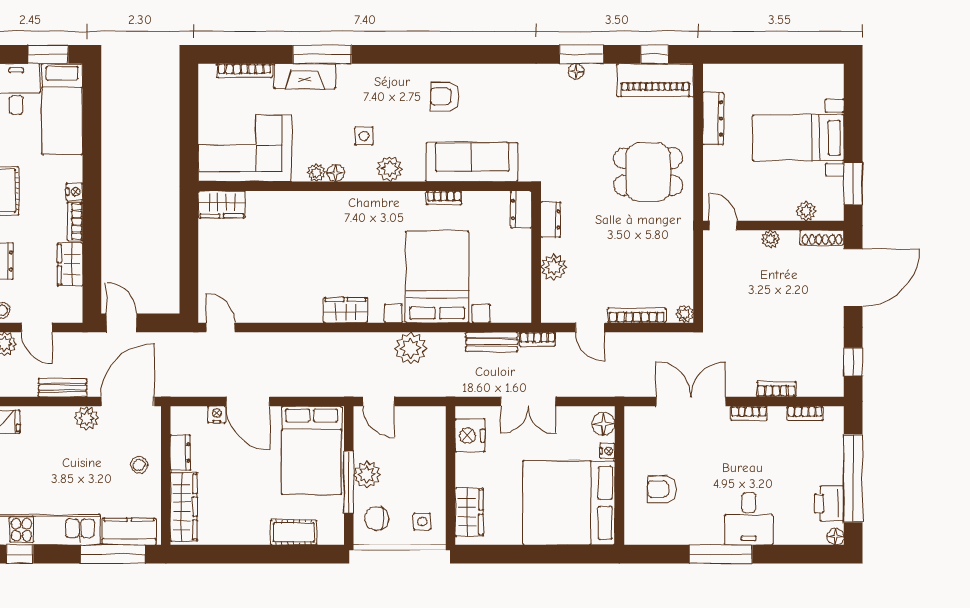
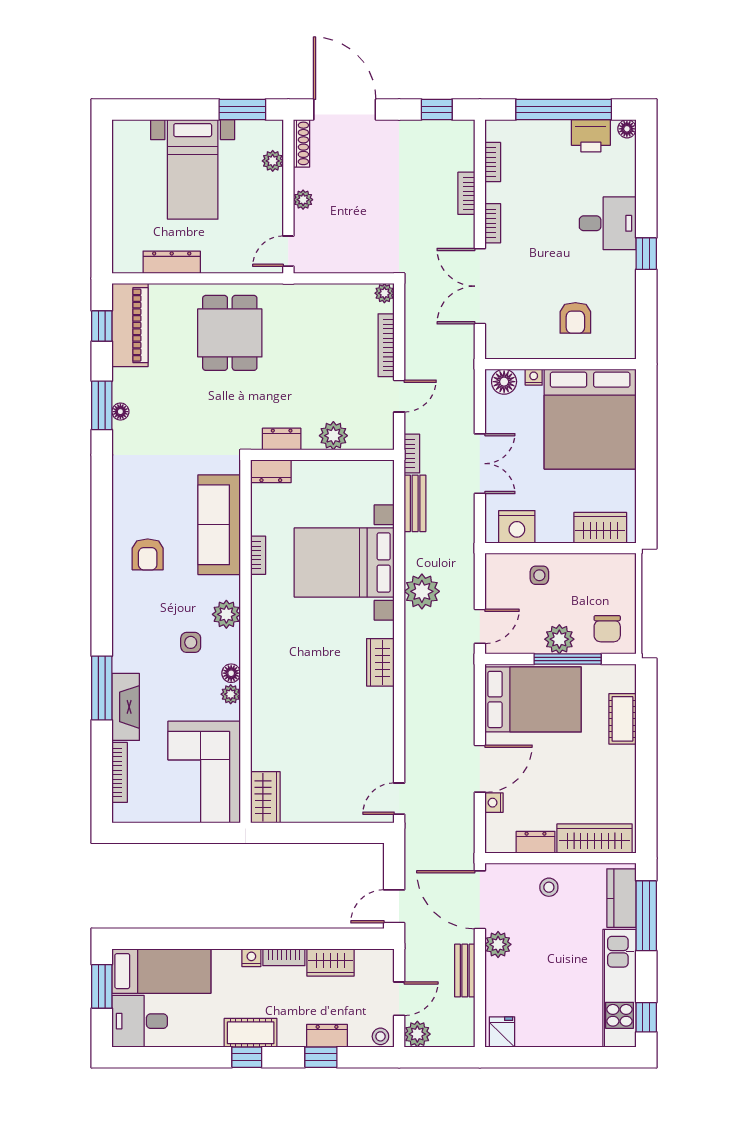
side table: (422, 522) -> (539, 575), moved
window: (721, 554) -> (646, 254), width x0.46

